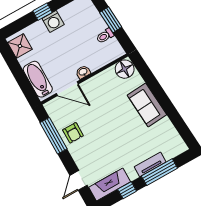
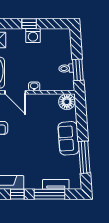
window: (111, 20) -> (78, 70), moved
window: (174, 115) -> (84, 157), added
tv unit: (150, 164) -> (56, 184), moved

